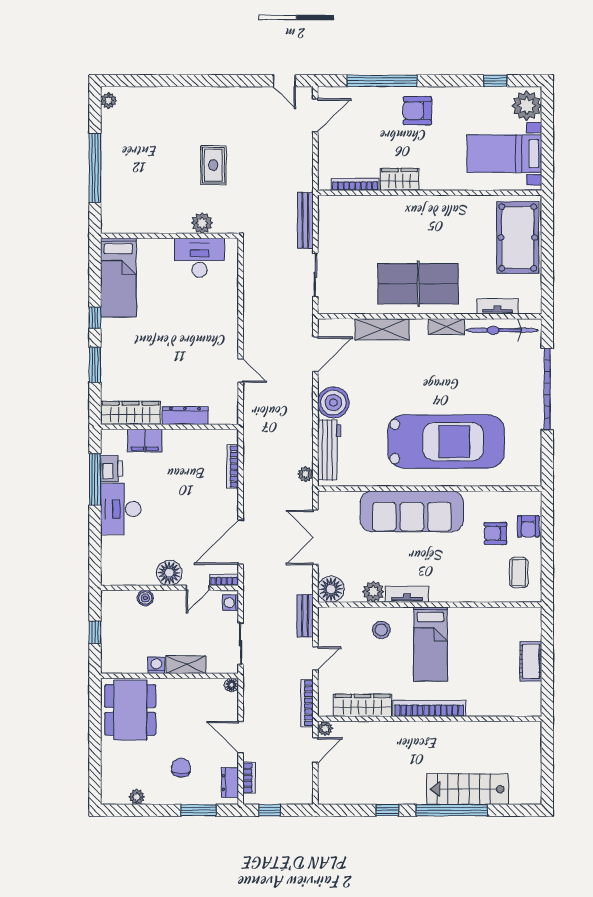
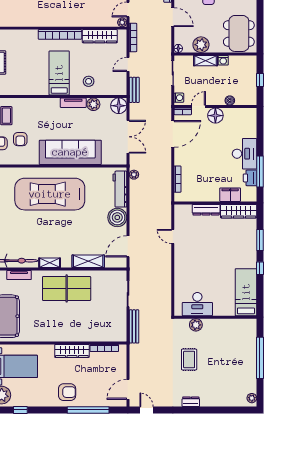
dresser: (210, 95) -> (191, 402), added
wardrobe: (400, 179) -> (72, 351), width x1.50
armchair: (495, 533) -> (20, 139), turned 90
plant: (194, 691) -> (201, 45), added

